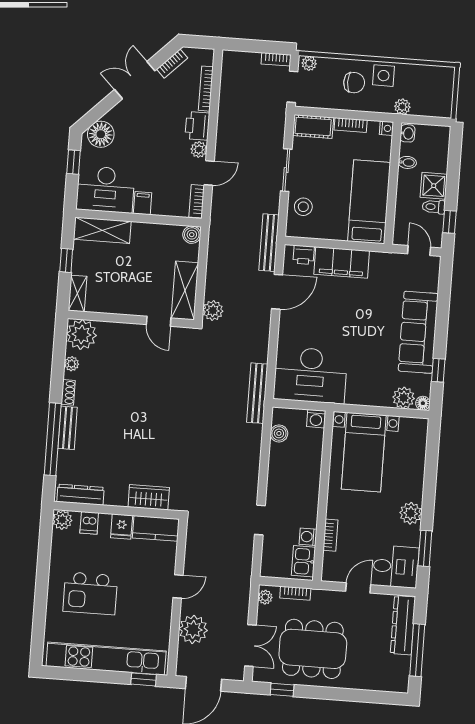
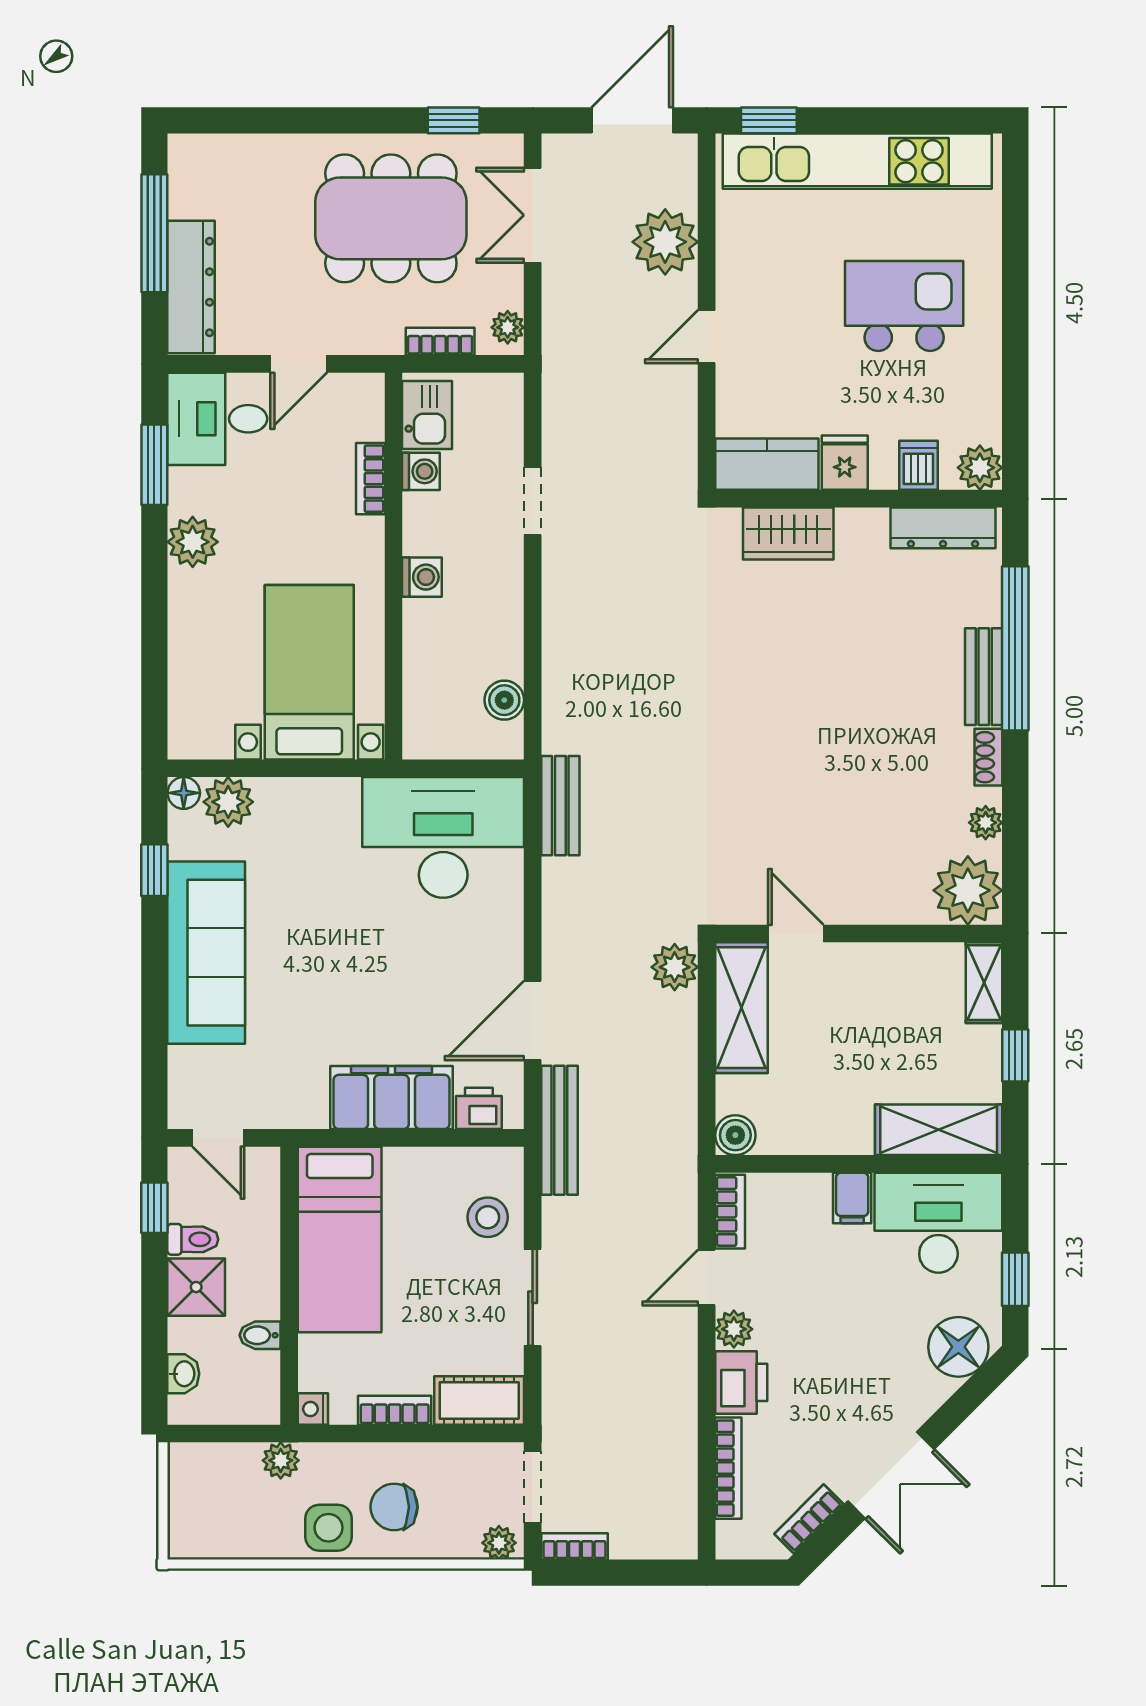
washbasin: (407, 133) -> (183, 1374), moved, turned 180
bench: (257, 393) -> (560, 806), width x0.73
washing machine: (316, 419) -> (422, 577), moved, turned 90

